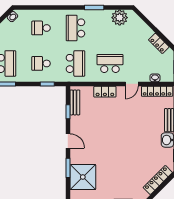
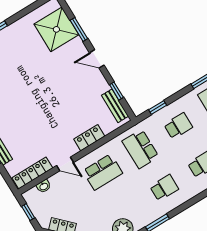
school desk: (75, 28) -> (164, 188), width x0.54
door: (132, 84) -> (65, 164), swing flipped

